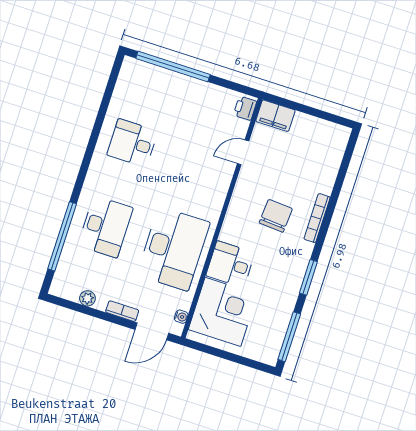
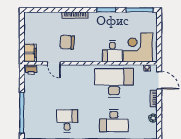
desk: (132, 143) -> (67, 121), turned 180
chair: (276, 216) -> (67, 42), moved
desk: (105, 227) -> (114, 121), turned 180

